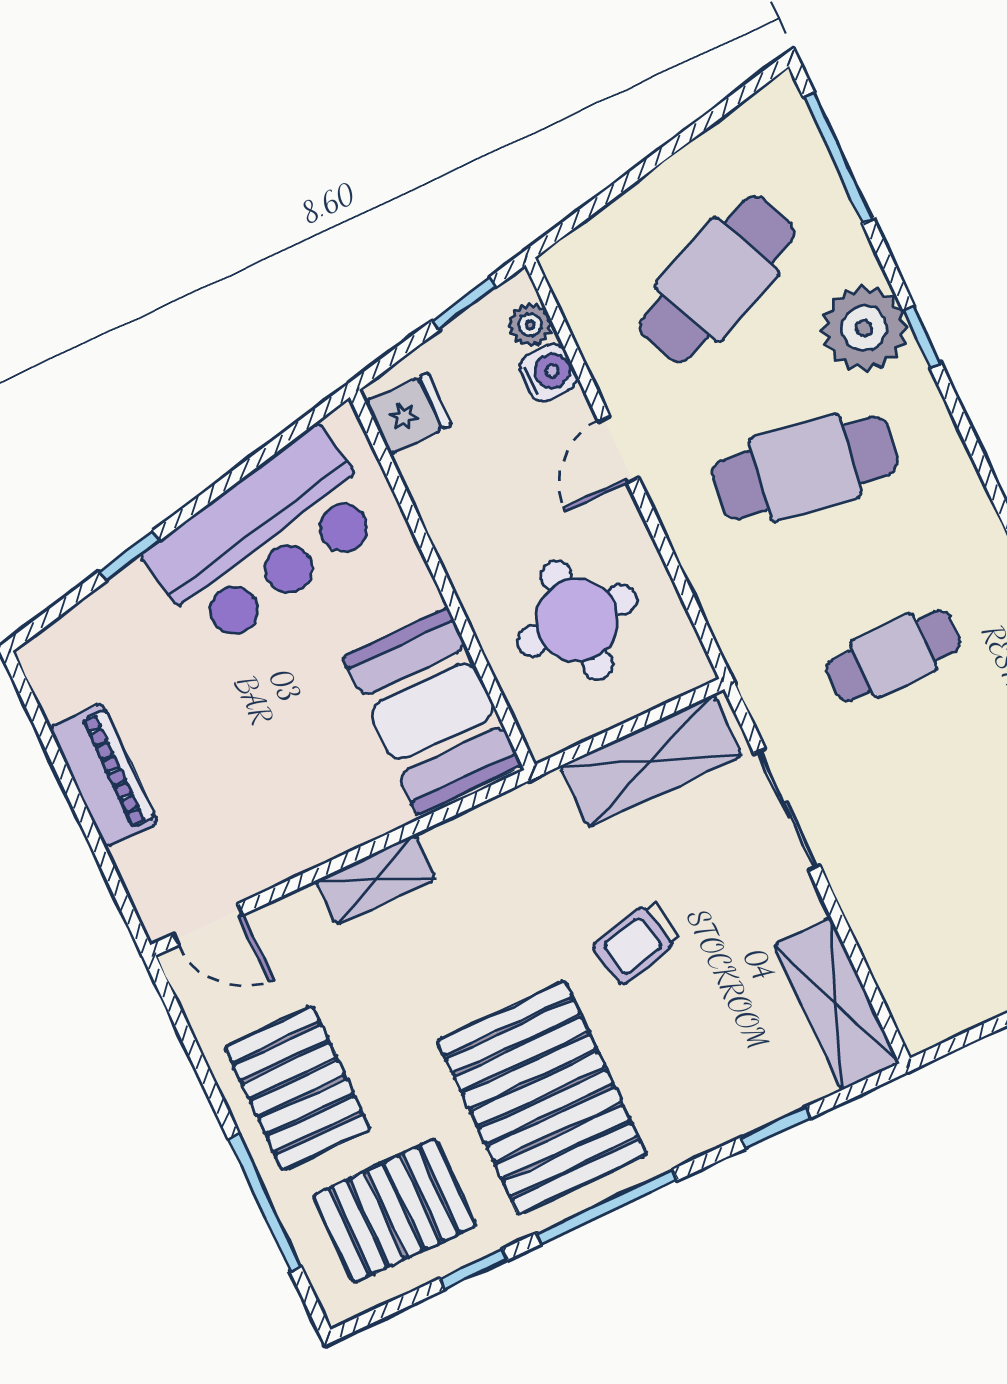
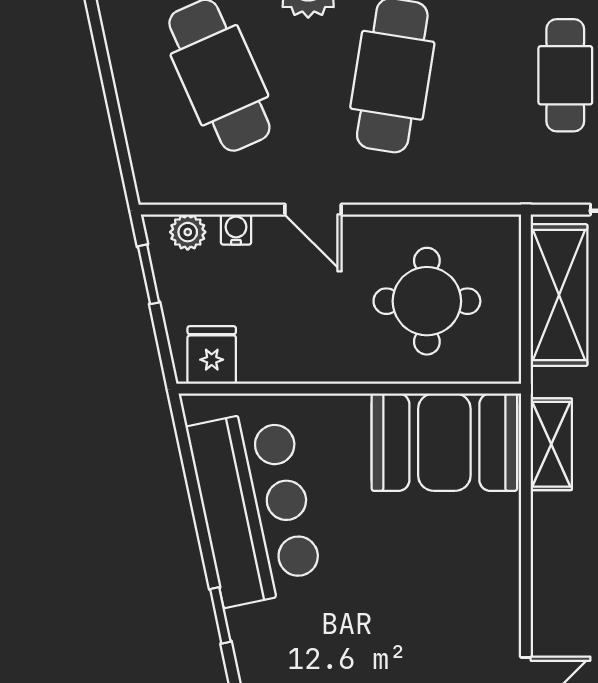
water cooler: (548, 373) -> (236, 229), width x0.72, depth x0.72
shelving: (375, 880) -> (551, 444), moved

